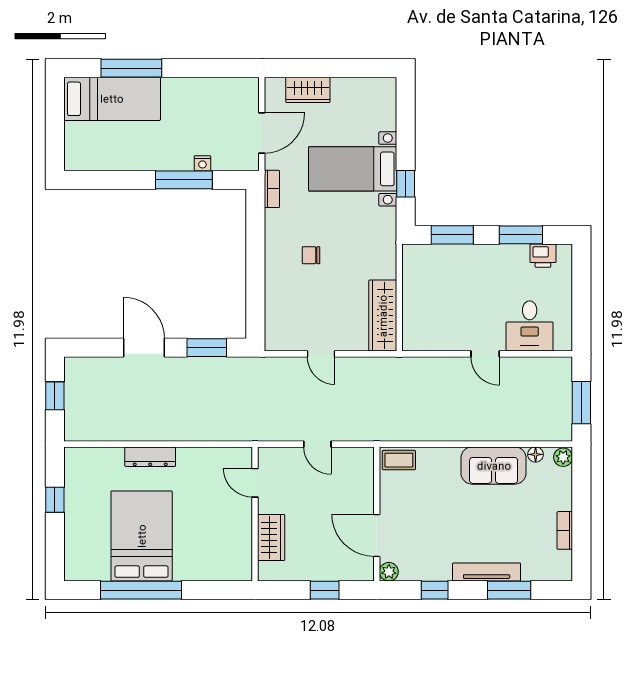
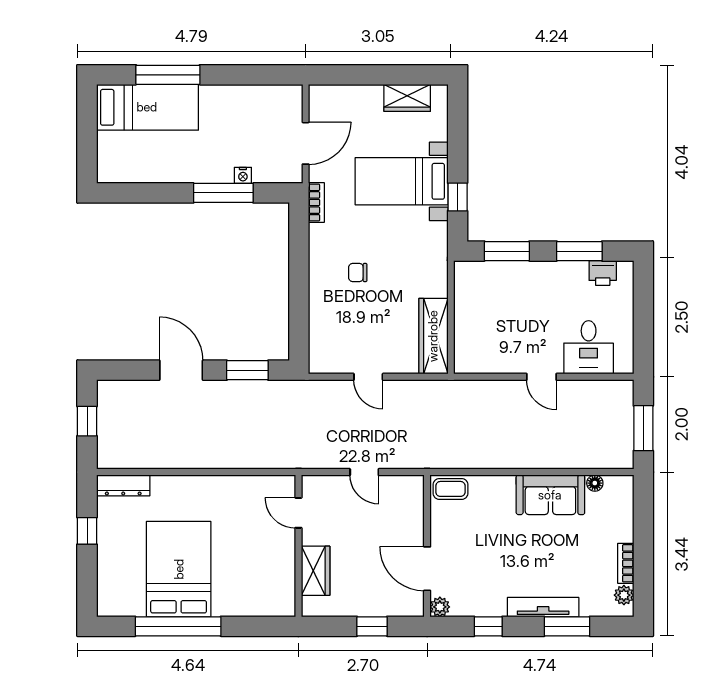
wardrobe: (308, 90) -> (407, 98), moved
dresser: (150, 457) -> (123, 485), moved
plant: (563, 457) -> (624, 595), moved

